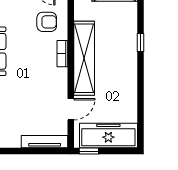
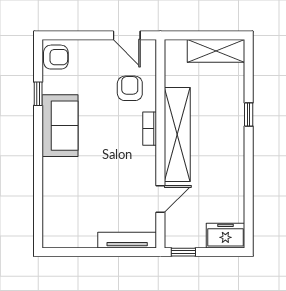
armchair: (47, 22) -> (130, 88), turned -90
freezer: (108, 135) -> (225, 236), width x0.52, depth x0.79

